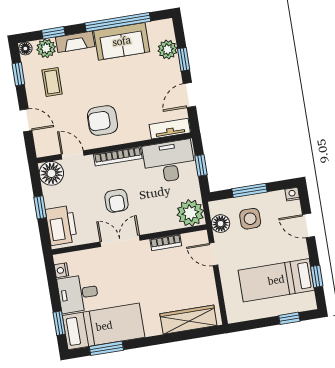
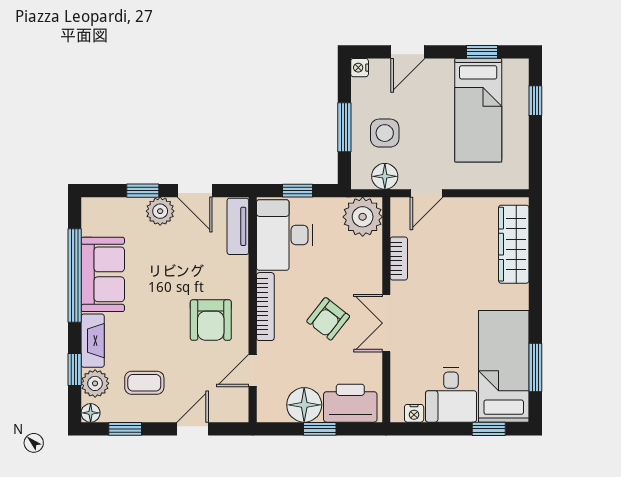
plant: (167, 49) -> (160, 211), moved
floor lamp: (51, 173) -> (304, 405), moved
armchair: (116, 201) -> (328, 319), turned 128

